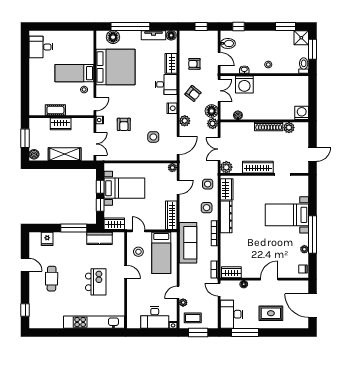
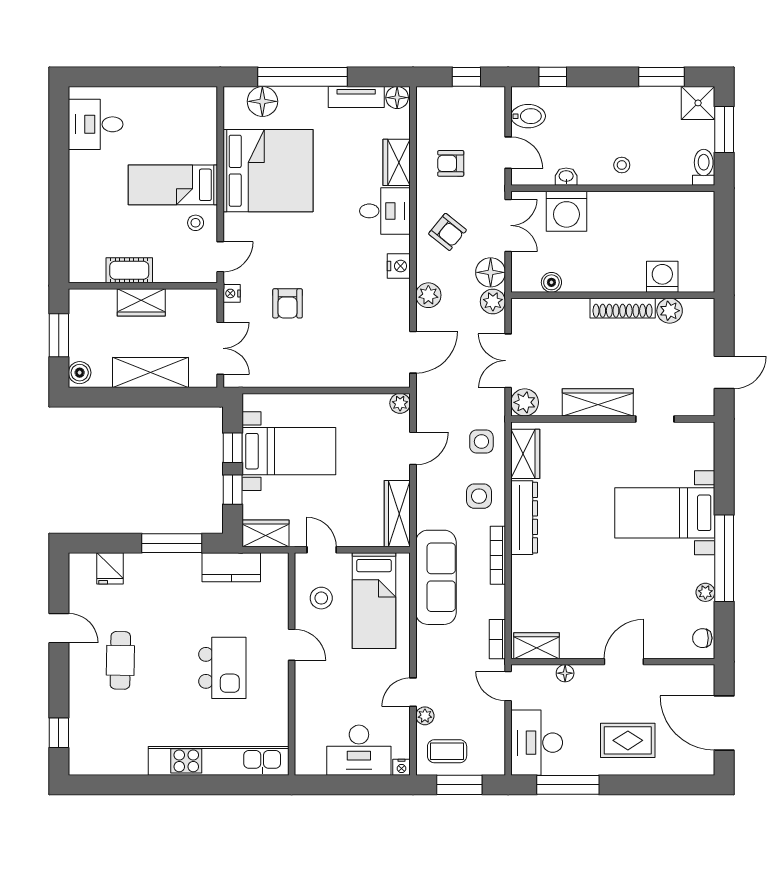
washing machine: (302, 113) -> (662, 277), moved
side table: (153, 137) -> (356, 333), removed

